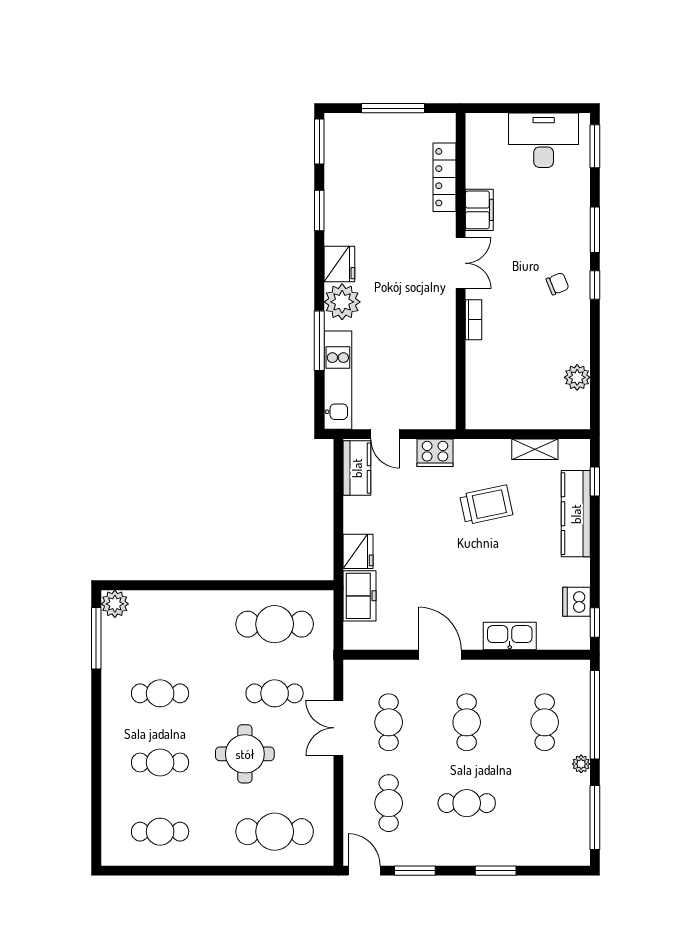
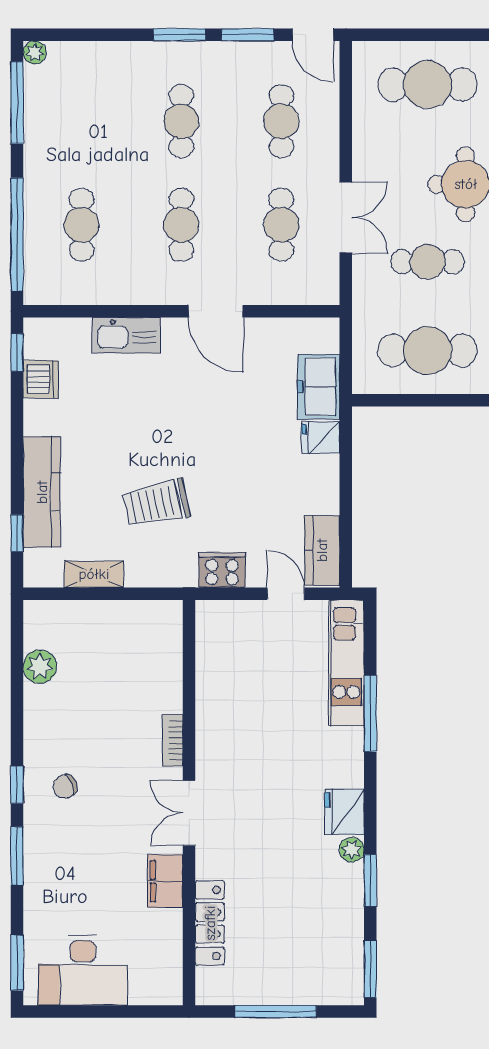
plant: (342, 302) -> (352, 850), moved, width x0.53, depth x0.53
fridge: (358, 551) -> (321, 438), width x0.72
plant: (581, 764) -> (35, 52), moved
cafe table: (467, 803) -> (181, 121), turned 90
window: (496, 871) -> (179, 35), moved

